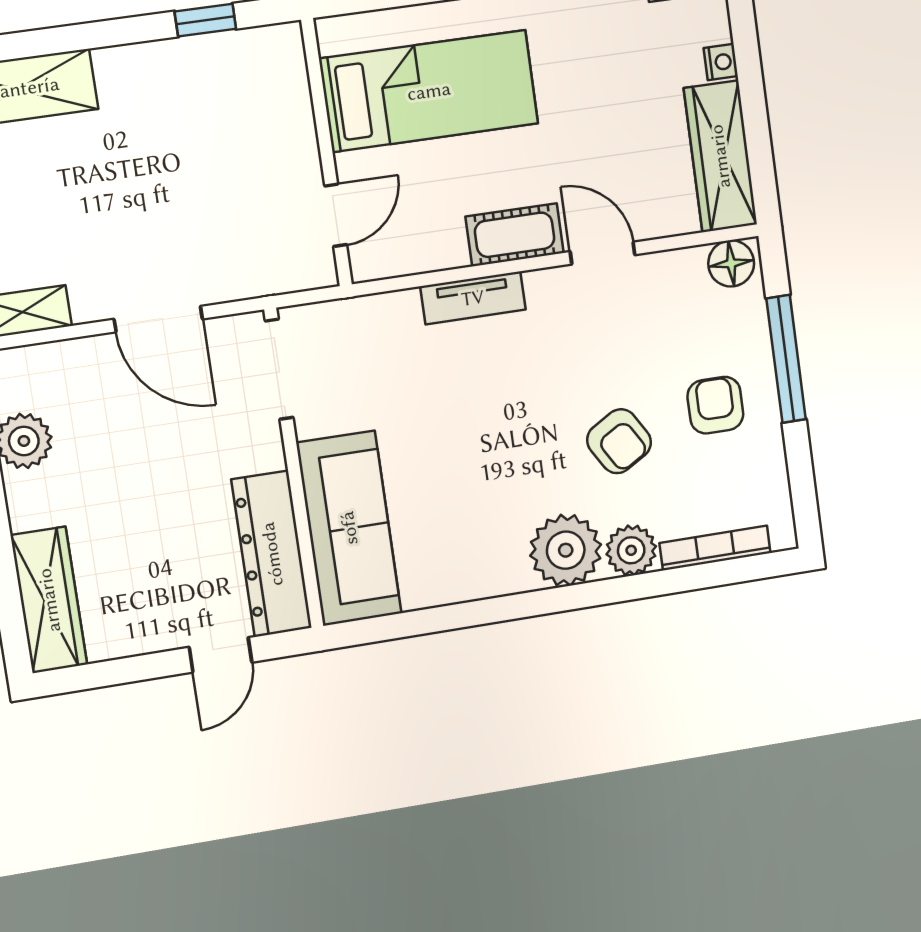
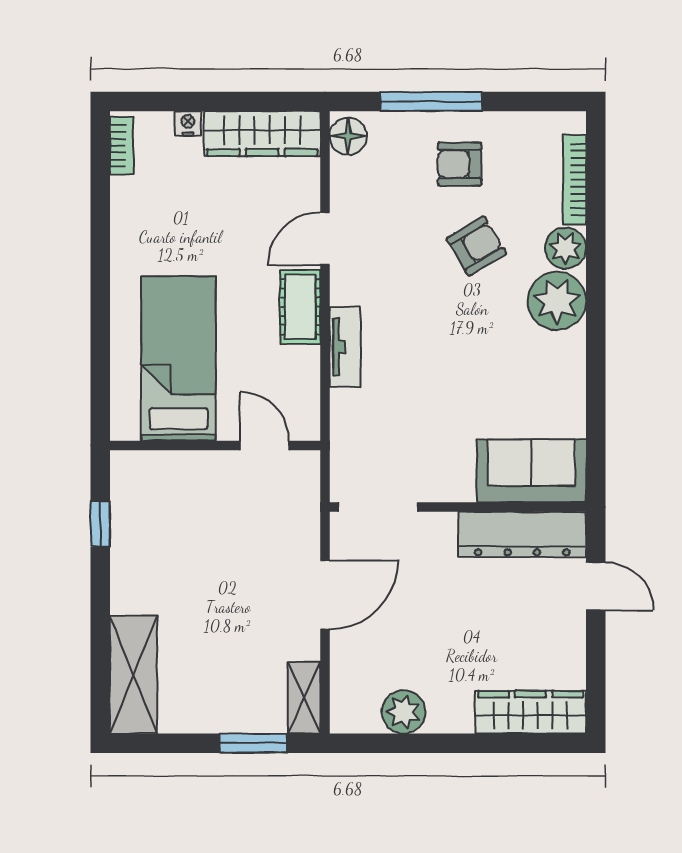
sofa: (349, 528) -> (531, 471), width x0.73

